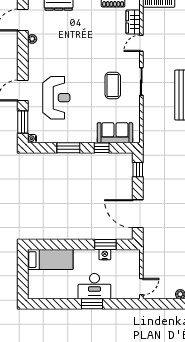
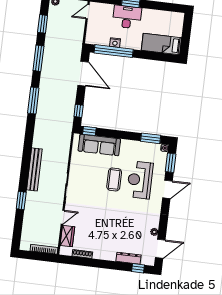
coffee table: (113, 85) -> (114, 179), moved
sofa: (115, 133) -> (99, 145), width x1.36
window: (68, 148) -> (151, 138), moved
window: (102, 148) -> (89, 131), moved
window: (105, 245) -> (114, 51), width x2.11

